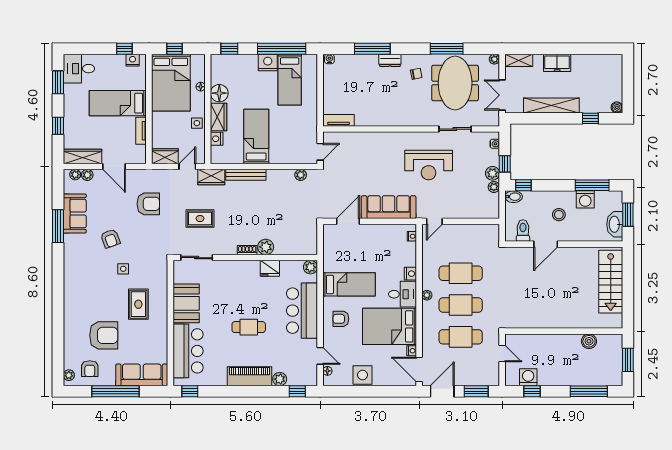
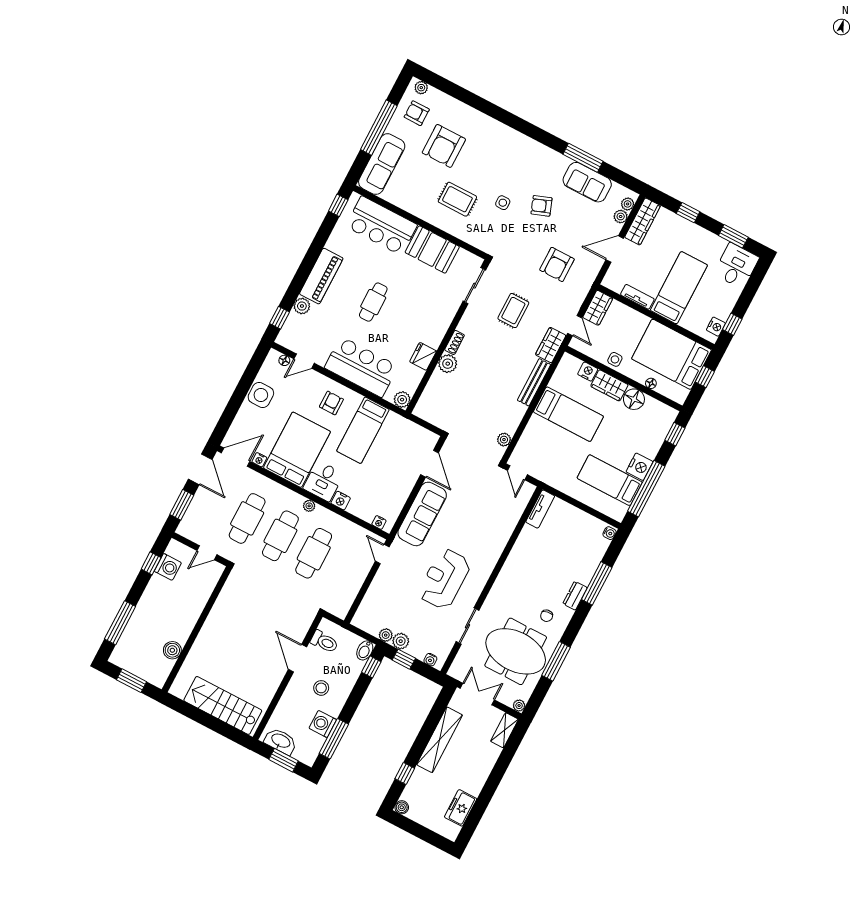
freezer: (557, 63) -> (461, 808), moved

